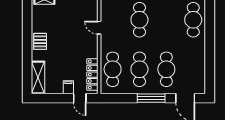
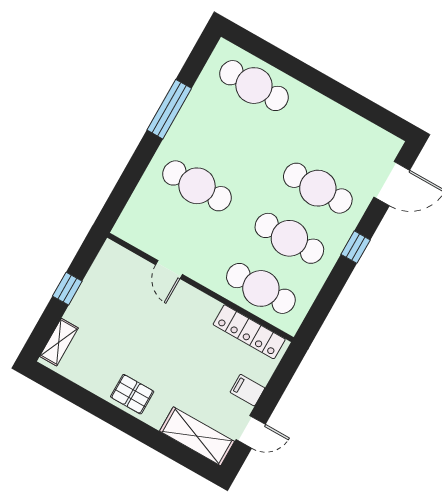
door: (99, 28) -> (169, 270), hinge flipped
door: (80, 98) -> (251, 432), moved
window: (151, 98) -> (356, 247), width x0.46

